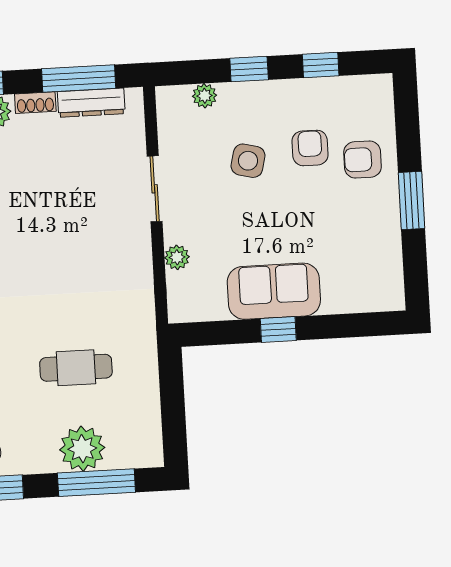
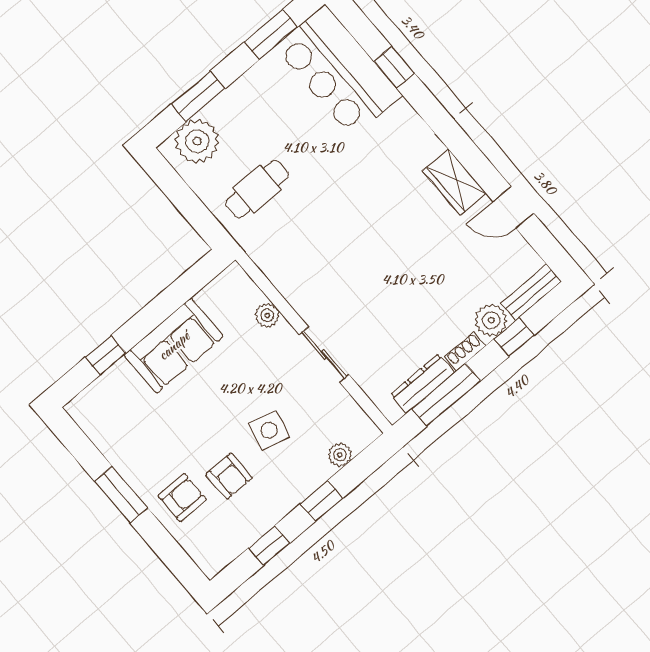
window: (278, 329) -> (106, 355), moved
cafe table: (76, 368) -> (257, 189), moved
plant: (82, 449) -> (197, 141), moved
window: (96, 483) -> (198, 96), width x0.69

